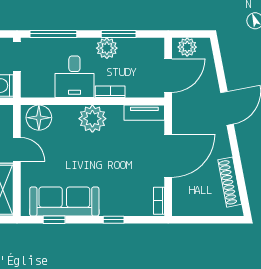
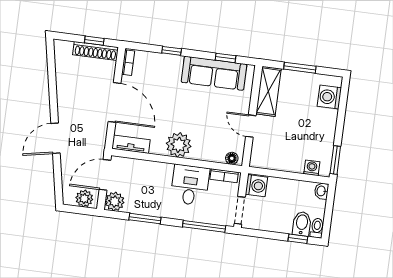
plant: (107, 48) -> (115, 201), moved
bookcase: (110, 92) -> (224, 176), moved
floor lamp: (39, 118) -> (232, 158), width x0.53, depth x0.53
door: (168, 156) -> (115, 102), swing flipped
shoe rack: (230, 182) -> (96, 51), moved, turned 101
window: (199, 220) -> (94, 41), added

